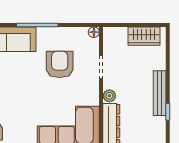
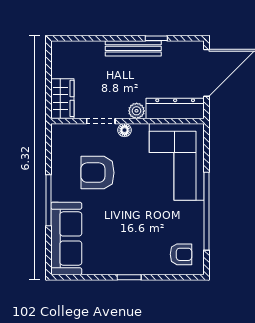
floor lamp: (94, 32) -> (125, 130), moved
wardrobe: (144, 36) -> (62, 98), moved

